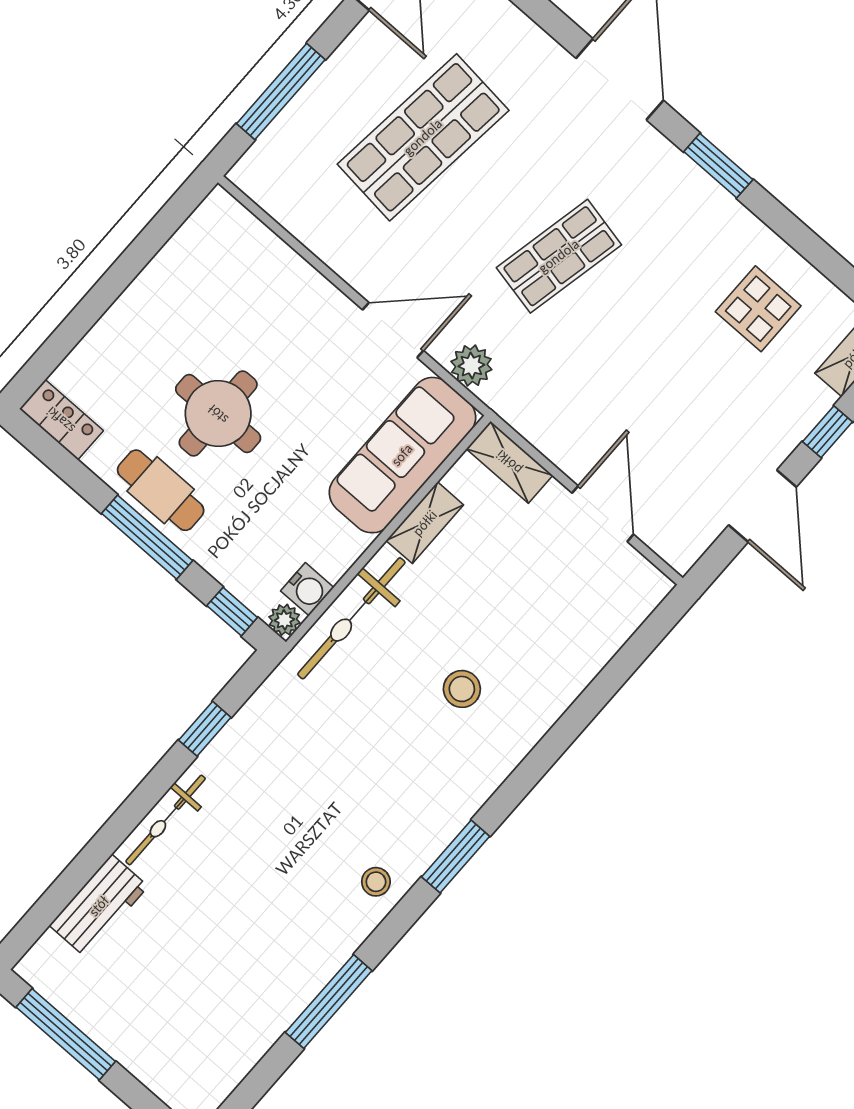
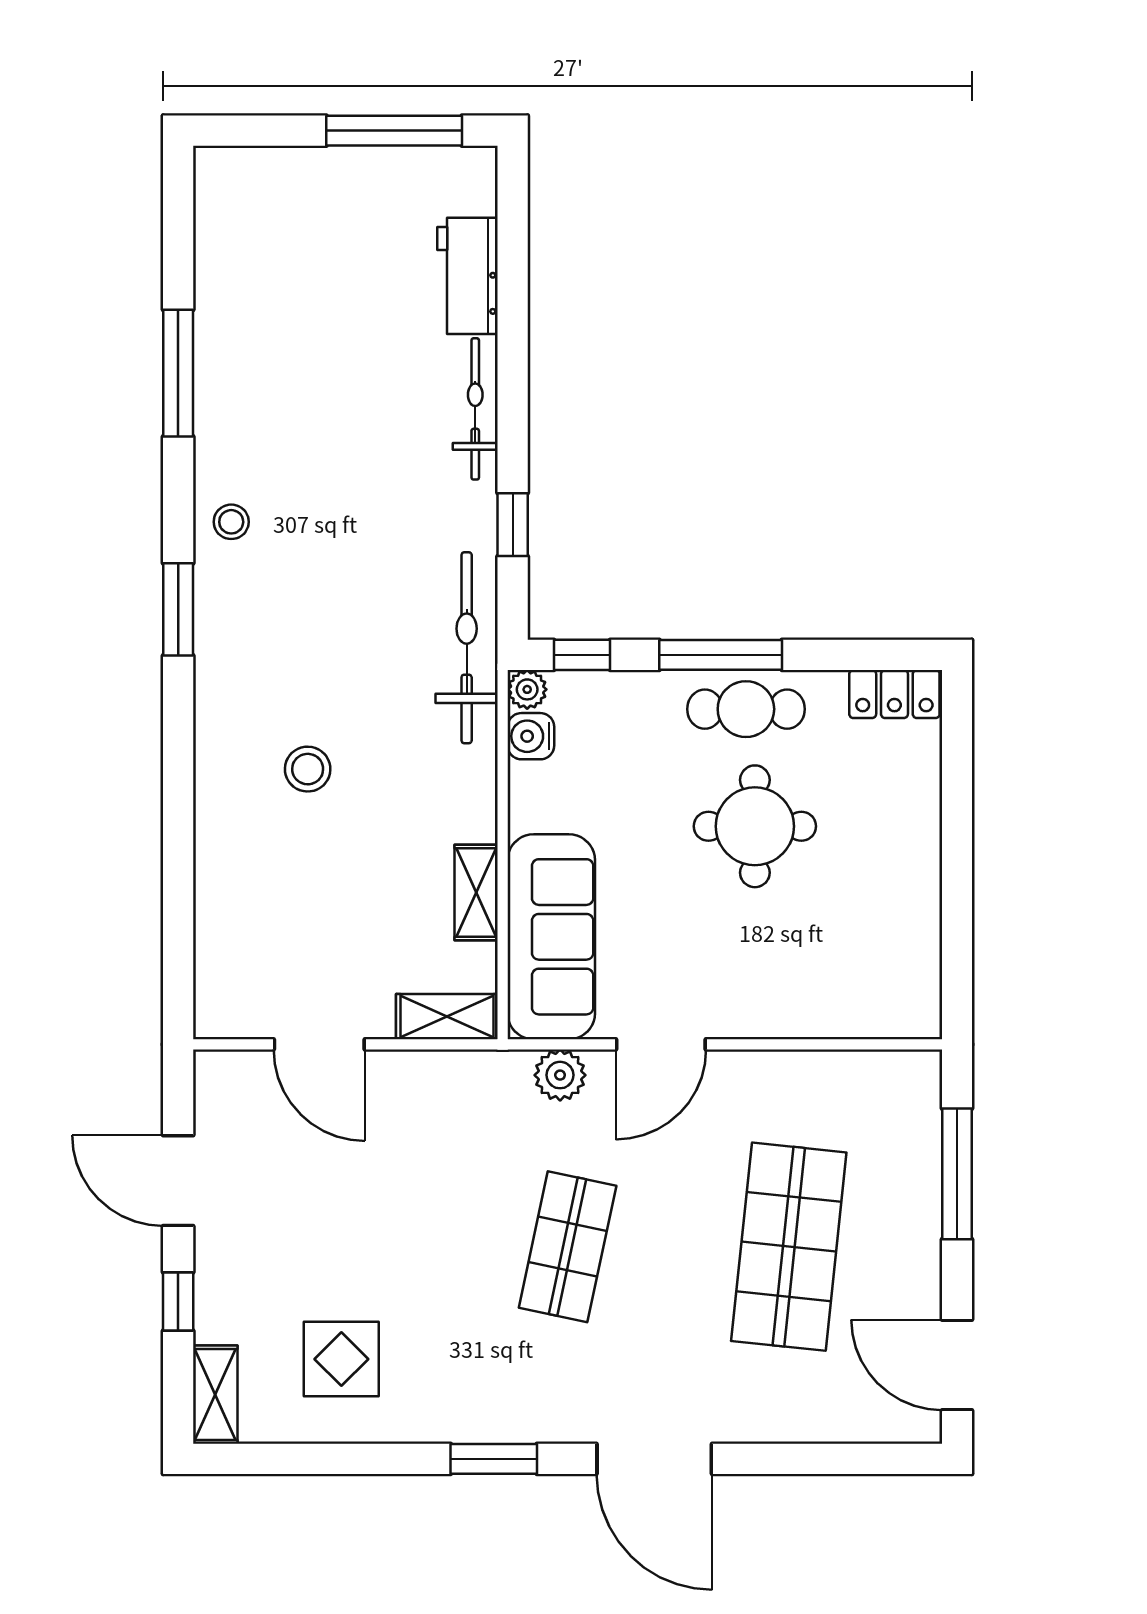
bicycle: (351, 618) -> (467, 648), moved

